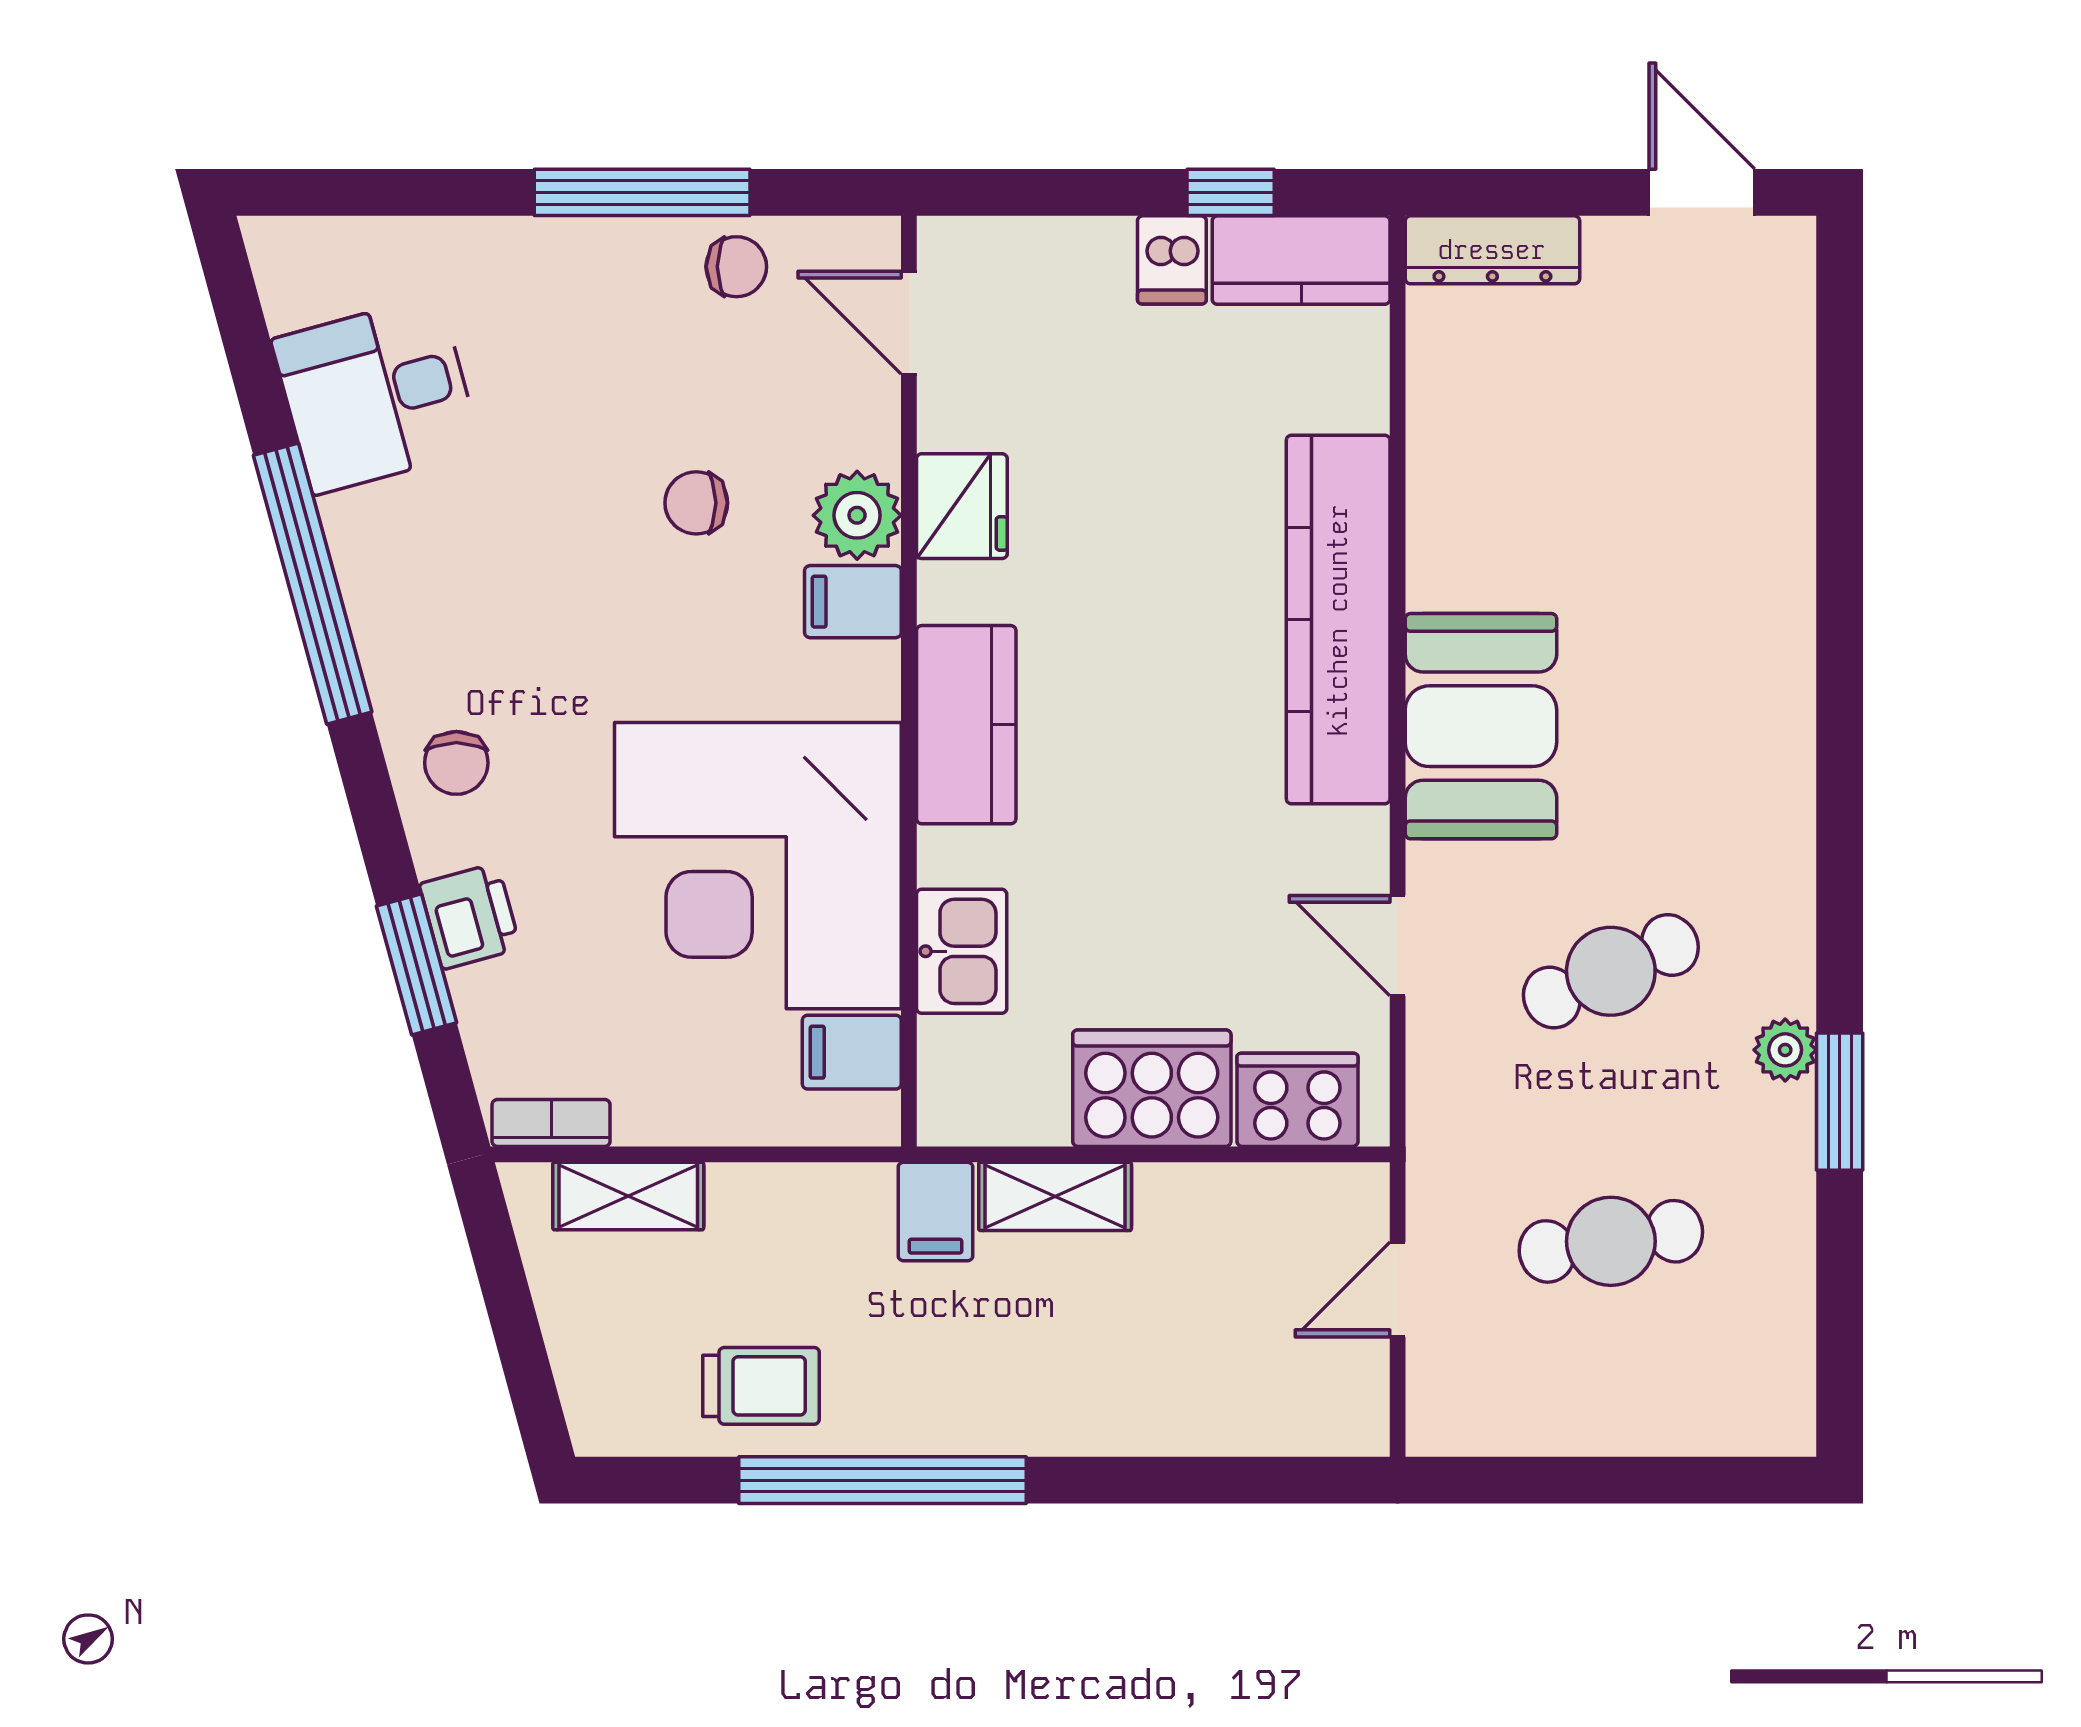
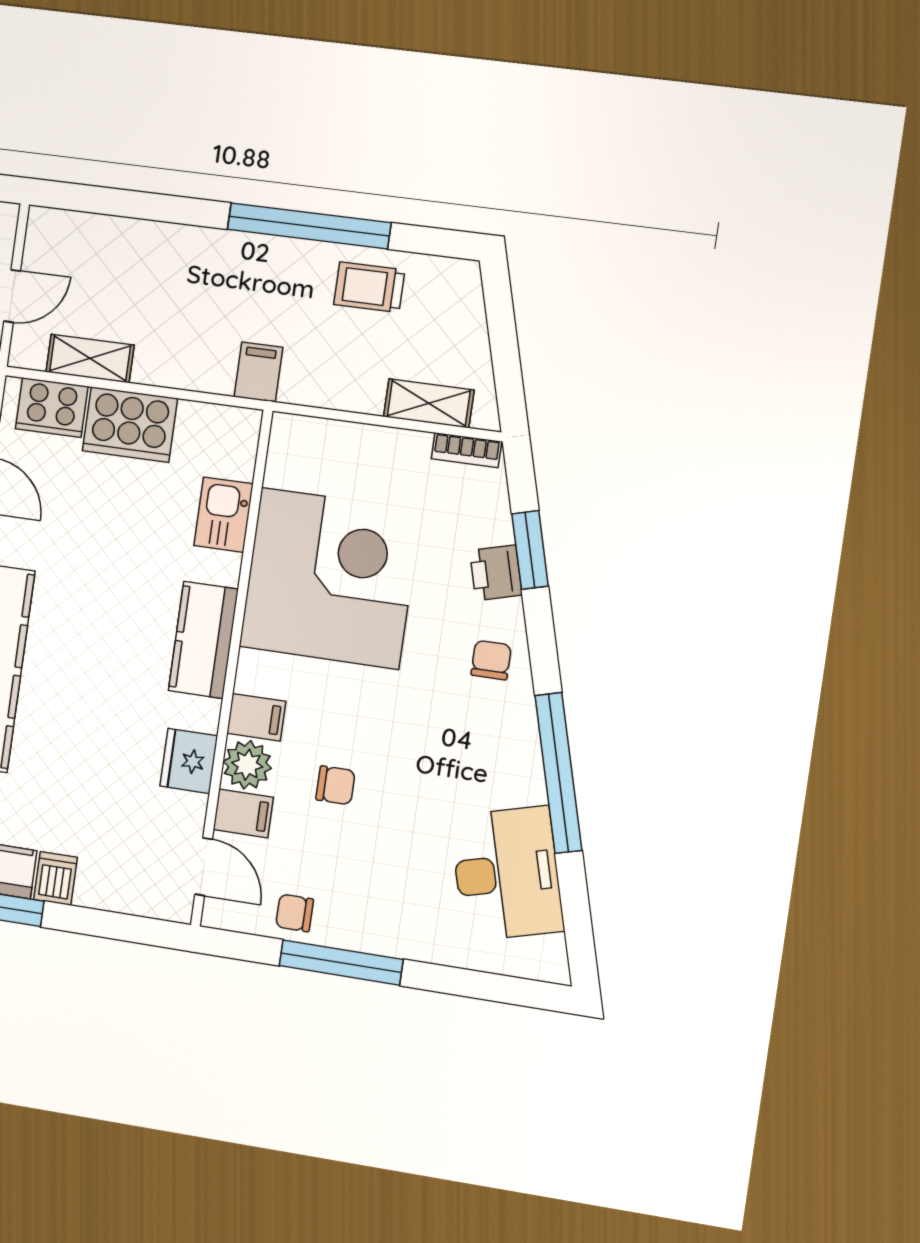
desk: (376, 395) -> (507, 874), width x1.37
filing cabinet: (852, 1052) -> (243, 814), moved
shelving: (1055, 1196) -> (90, 358), moved

